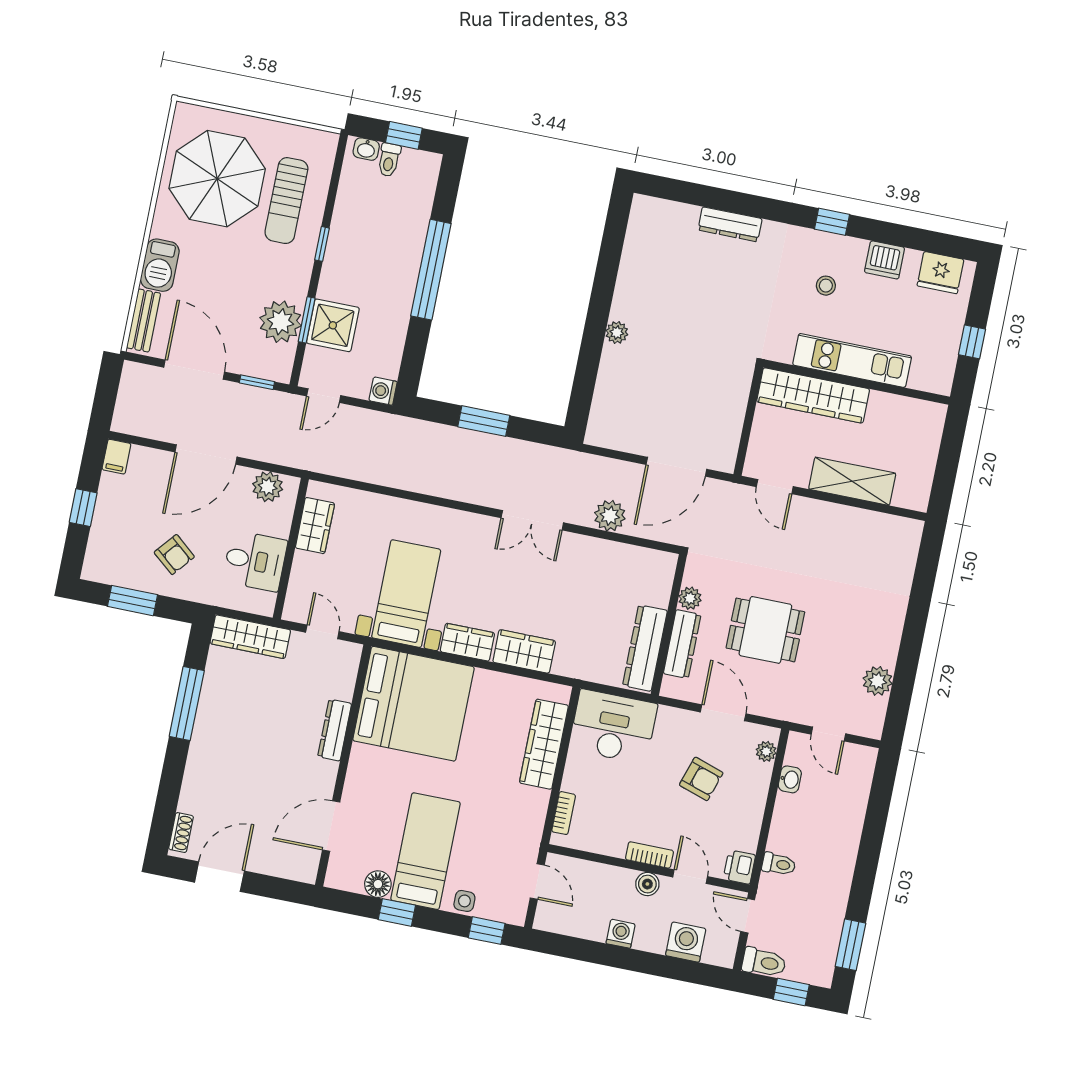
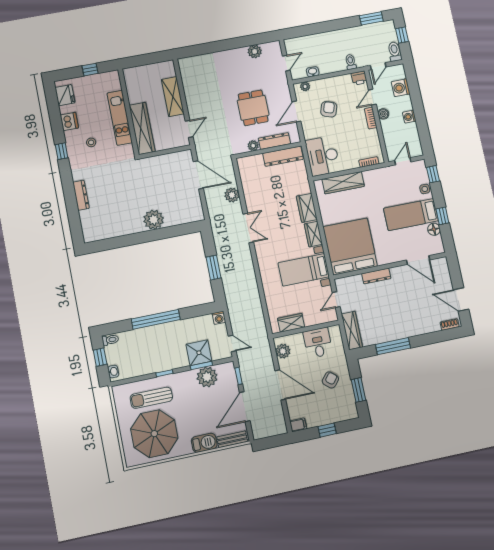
toilet: (389, 160) -> (110, 340), moved
sun lounger: (286, 201) -> (151, 398), turned 180
plant: (617, 333) -> (154, 220), width x1.88, depth x1.88

